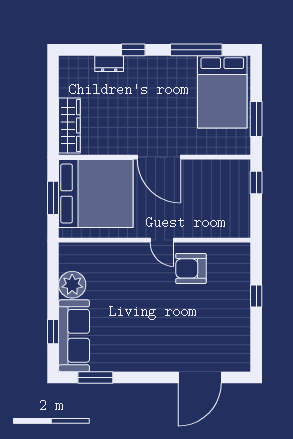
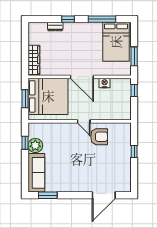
nightstand: (201, 169) -> (105, 83), added
armchair: (191, 268) -> (99, 137), turned 180
window: (53, 332) -> (25, 143), moved

